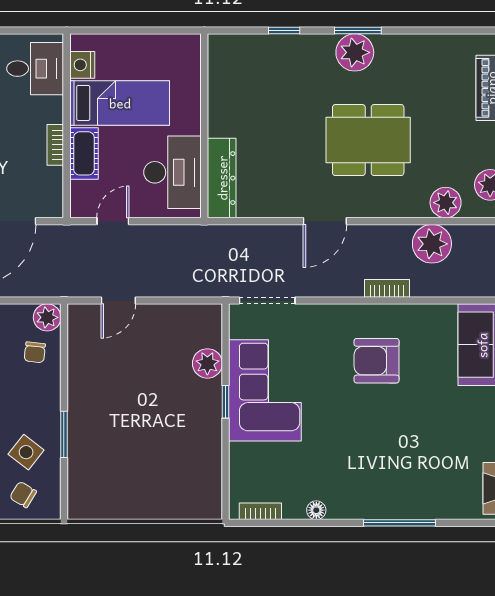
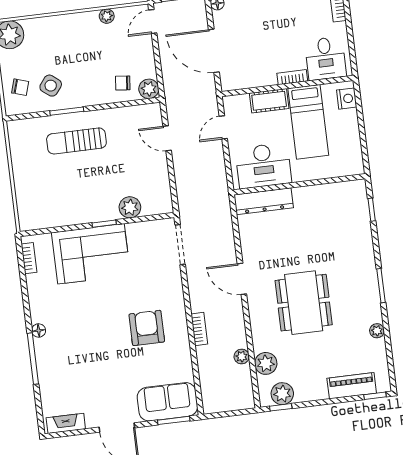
window: (284, 31) -> (372, 210), moved
plant: (355, 52) -> (377, 331), moved, width x0.53, depth x0.53
nightstand: (82, 65) -> (347, 99), moved, turned 90
bookcase: (55, 145) -> (292, 77), moved
door: (113, 221) -> (223, 127), swing flipped
plant: (432, 244) -> (242, 356), width x0.53, depth x0.53
corner sofa: (265, 390) -> (91, 254), moved
sun lounger: (107, 426) -> (76, 141), added
chair: (23, 495) -> (20, 87), turned 76
floor lamp: (316, 510) -> (39, 330), moved

